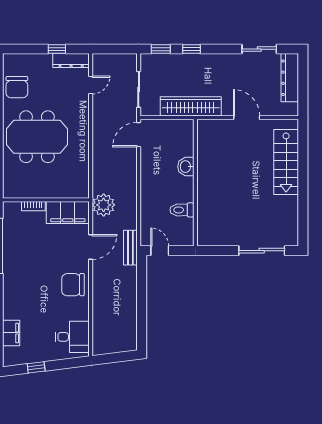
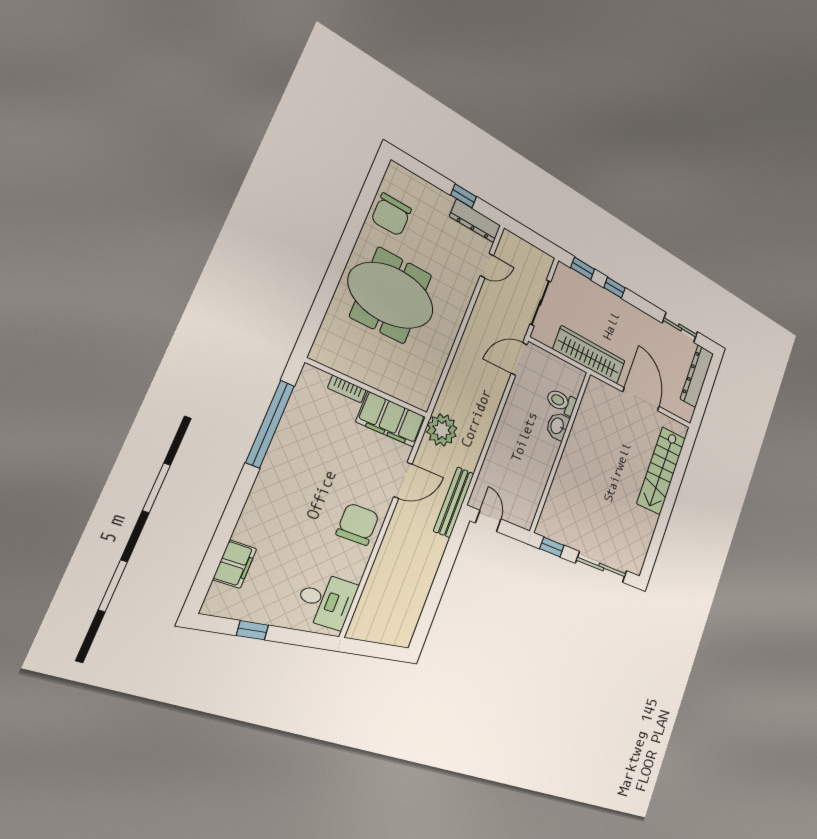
door: (247, 118) -> (641, 399), width x1.36
toilet: (182, 210) -> (561, 402), moved
bench: (130, 248) -> (454, 502), width x1.36
window: (215, 251) -> (552, 547), added
chair: (73, 285) -> (358, 524), turned 90

